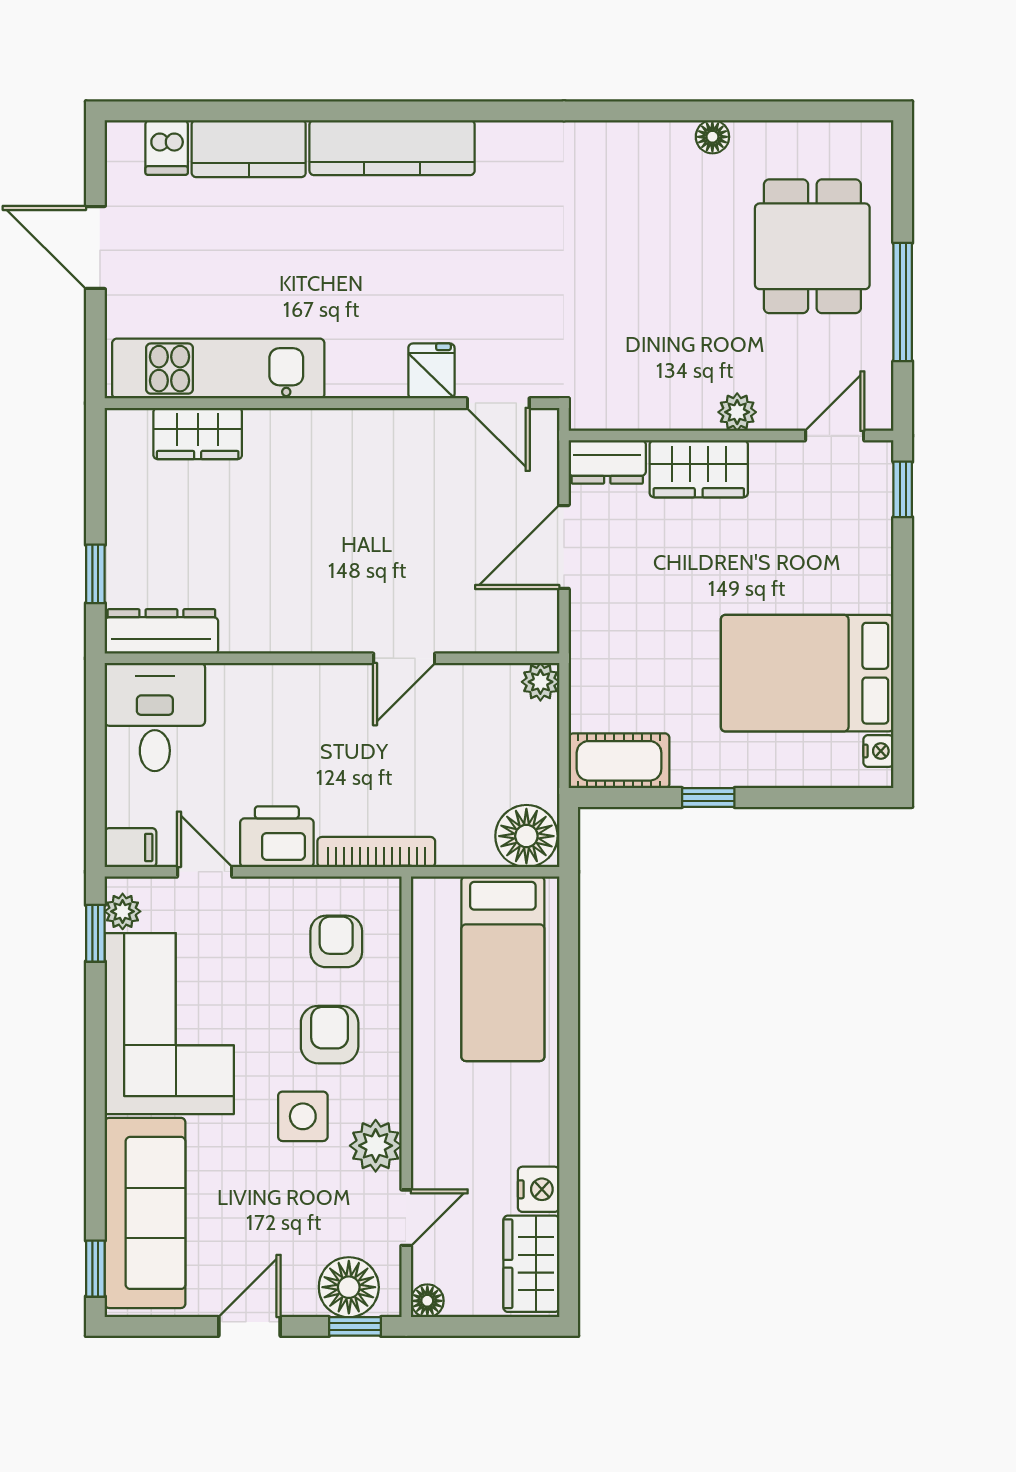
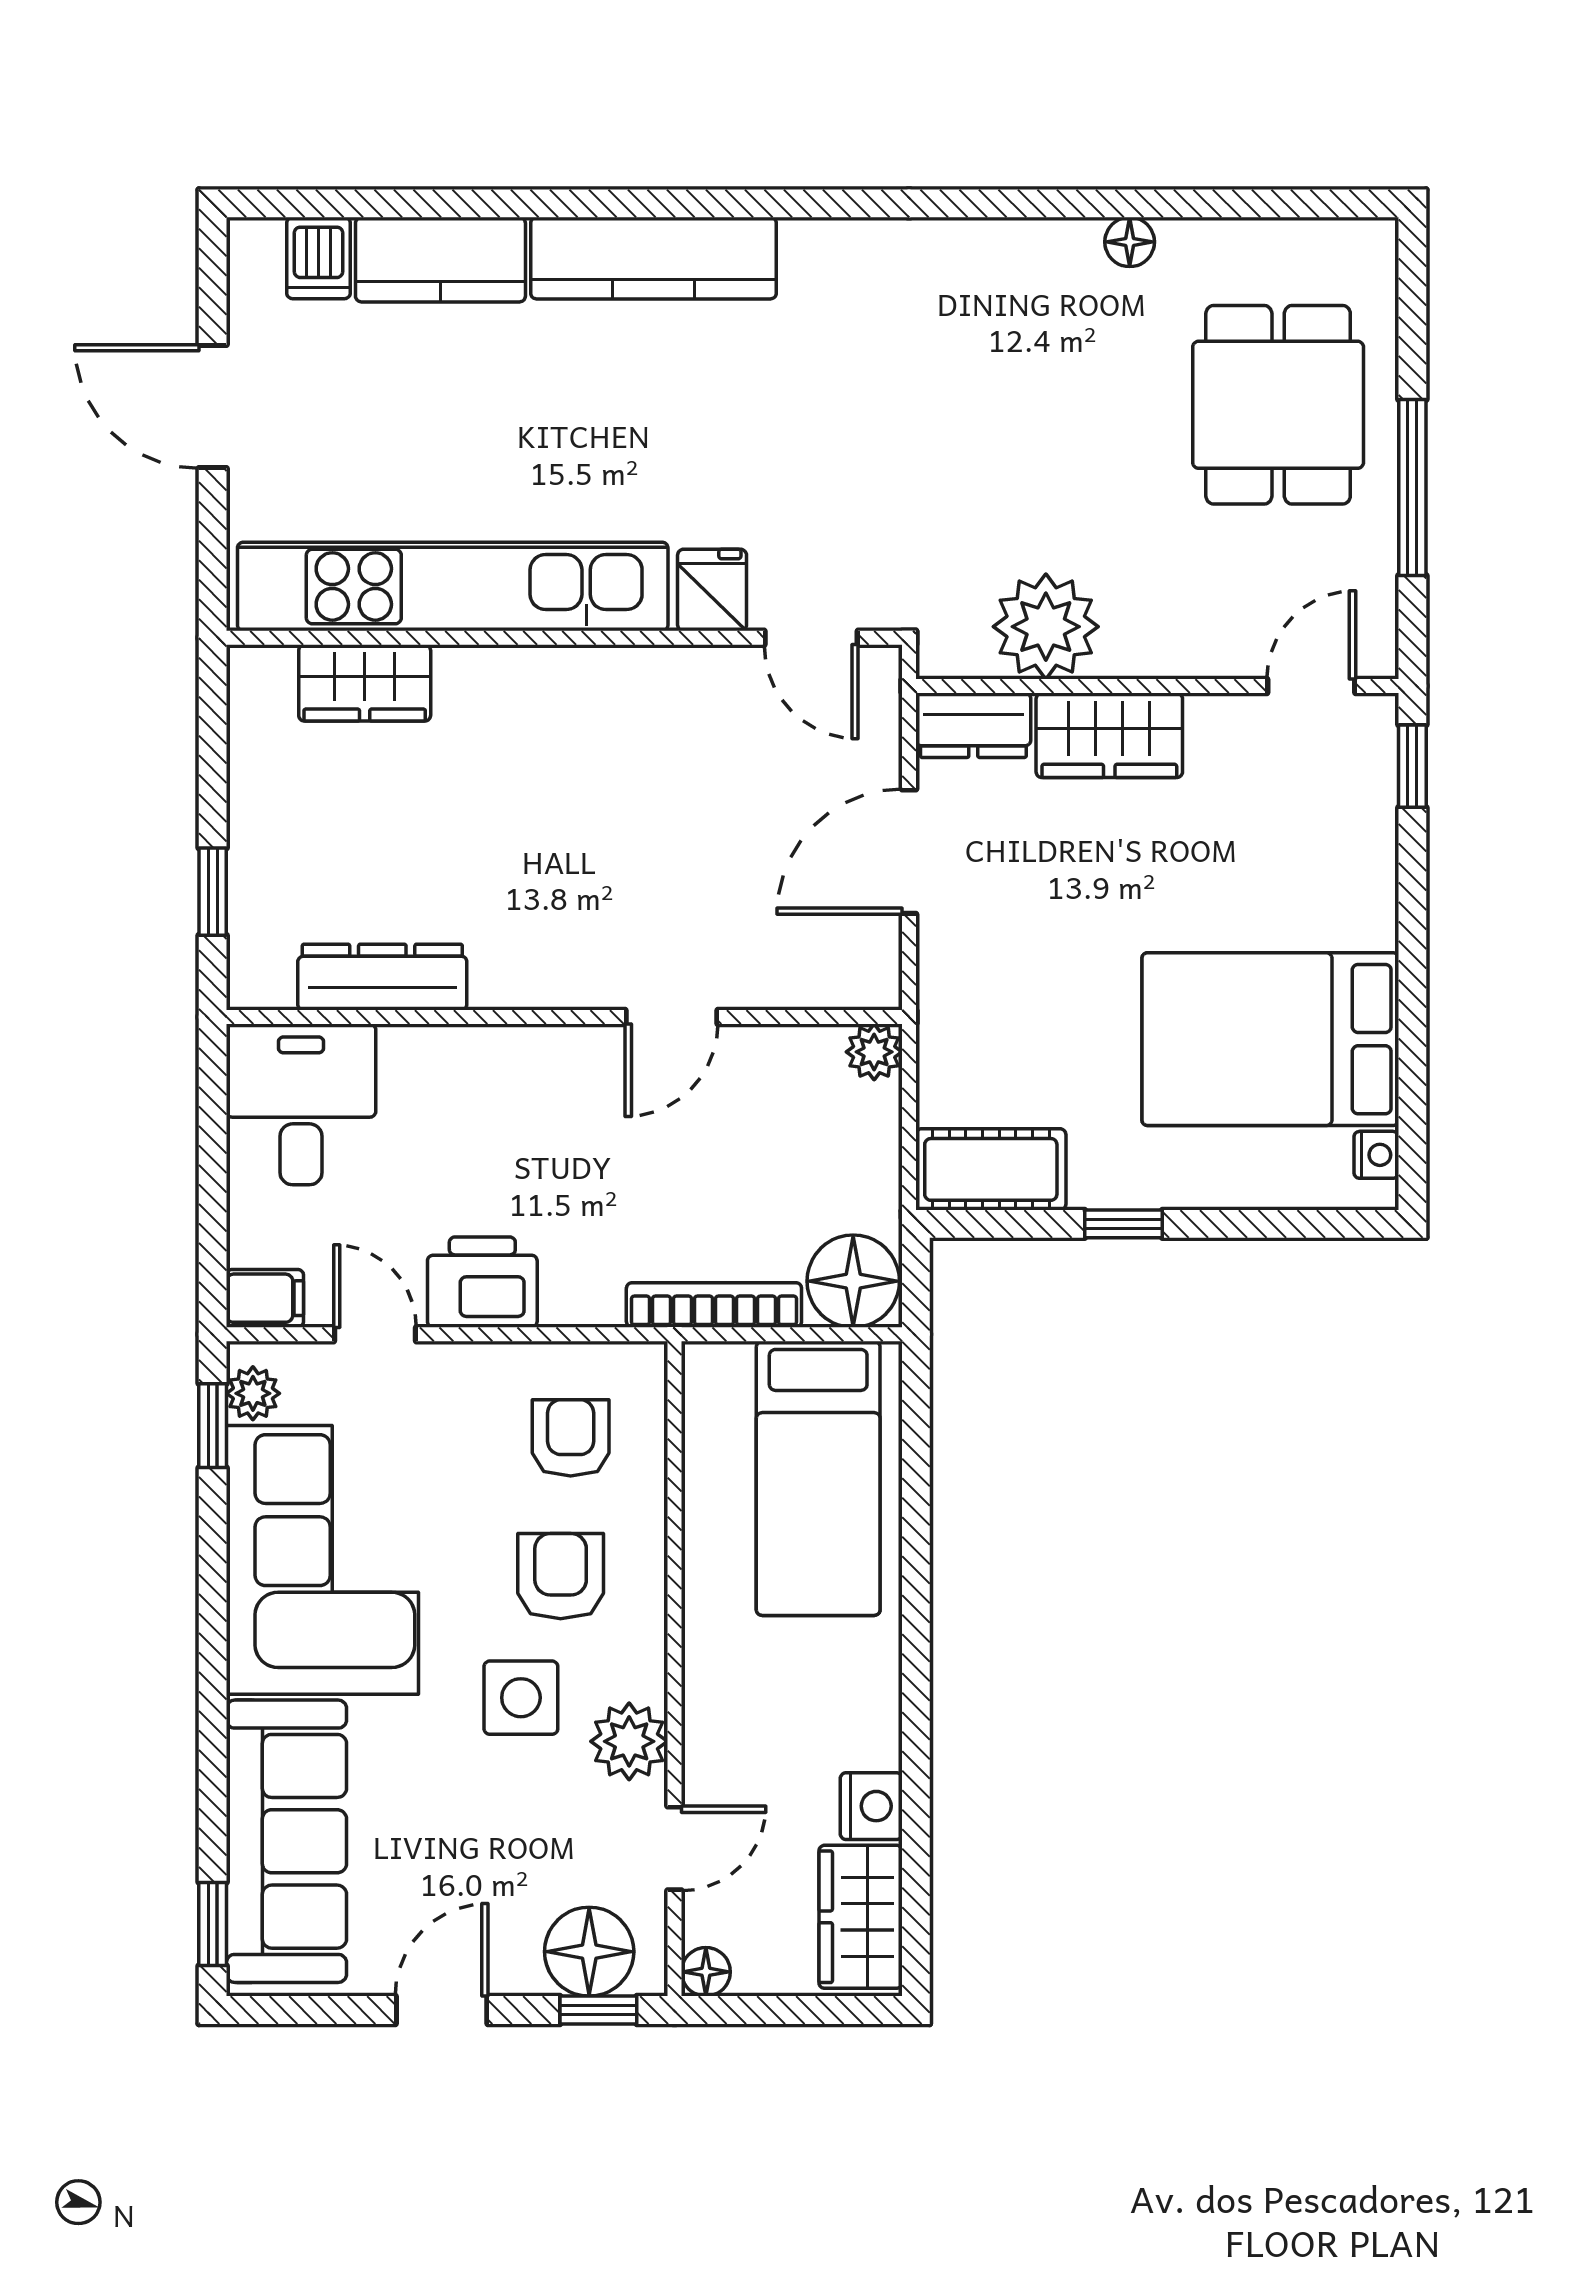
kitchen unit: (218, 369) -> (453, 586), width x1.36
plant: (737, 412) -> (1046, 627), moved, width x1.87, depth x1.87
dresser: (161, 631) -> (382, 977), moved
bookcase: (376, 852) -> (714, 1305), moved

